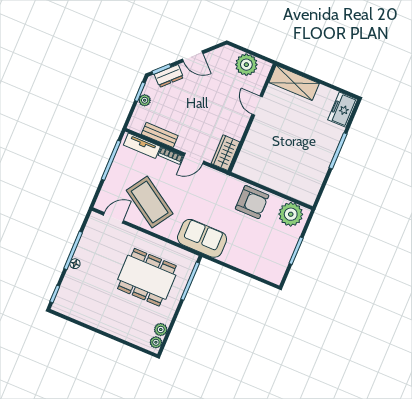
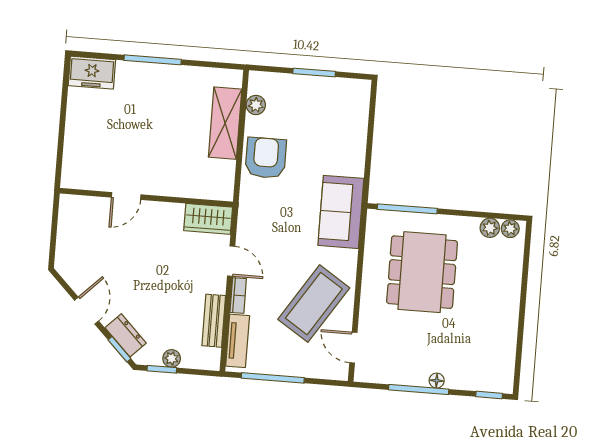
plant: (246, 65) -> (73, 231), removed
shelving: (294, 83) -> (225, 123), moved
plant: (291, 214) -> (256, 105), width x0.53, depth x0.53

